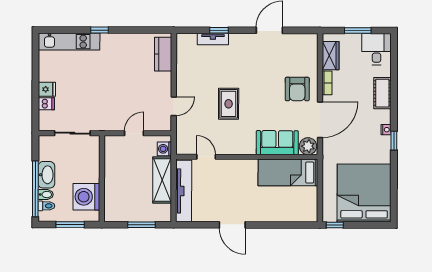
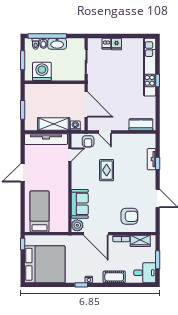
kitchen unit: (69, 42) -> (150, 67), width x1.36
armchair: (297, 89) -> (129, 216), moved, turned 180
rug: (229, 104) -> (107, 170), turned 90
armchair: (187, 130) -> (88, 141), added
door: (134, 133) -> (86, 105), width x1.87
bed: (288, 173) -> (40, 211), moved

